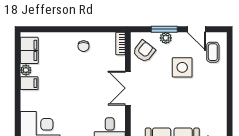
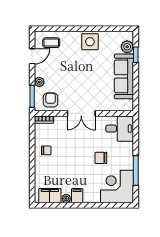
window: (164, 29) -> (32, 96), moved
armchair: (144, 51) -> (51, 100), turned 52
side table: (182, 67) -> (90, 42), moved
chair: (75, 112) -> (101, 158), added

